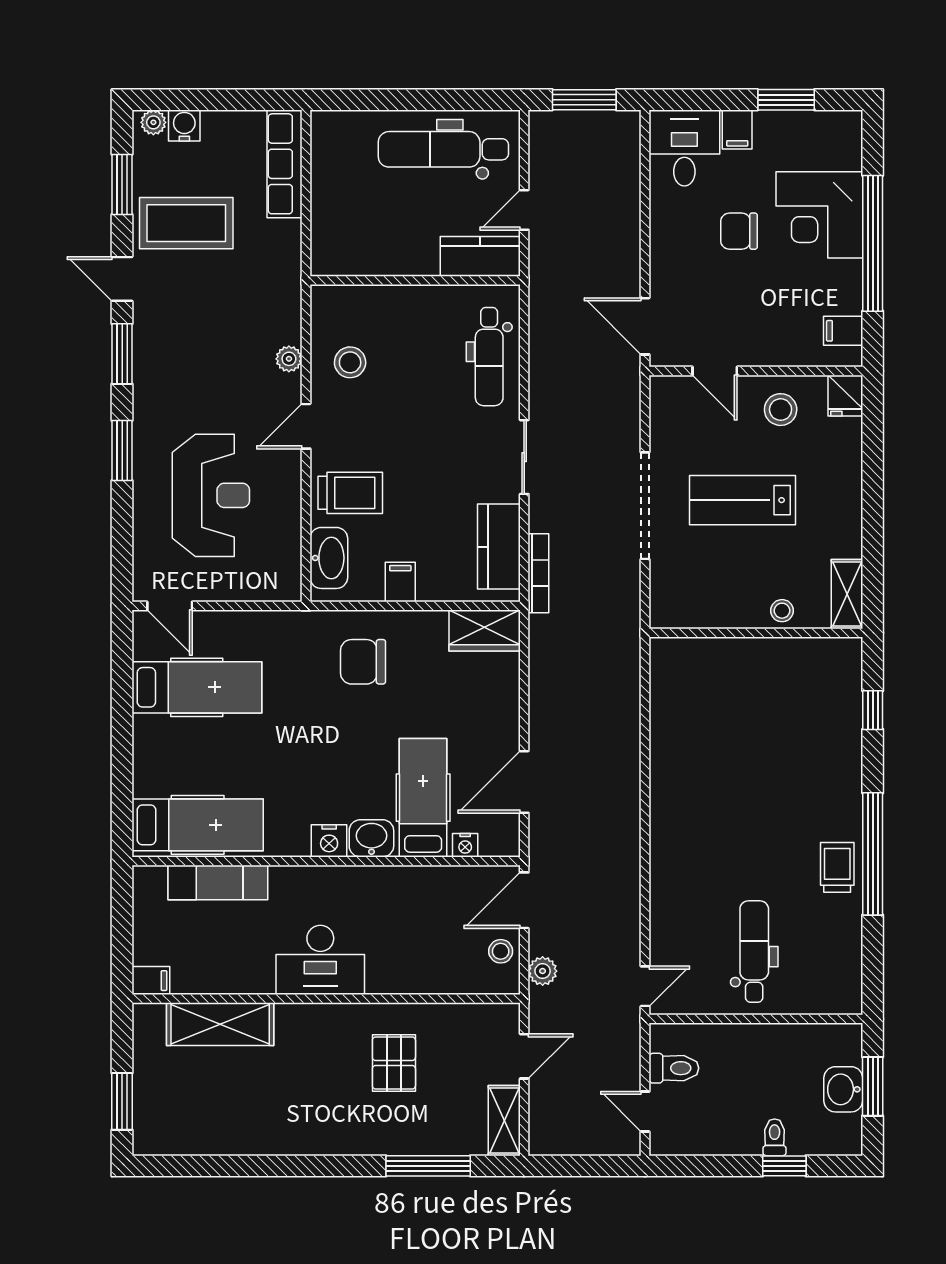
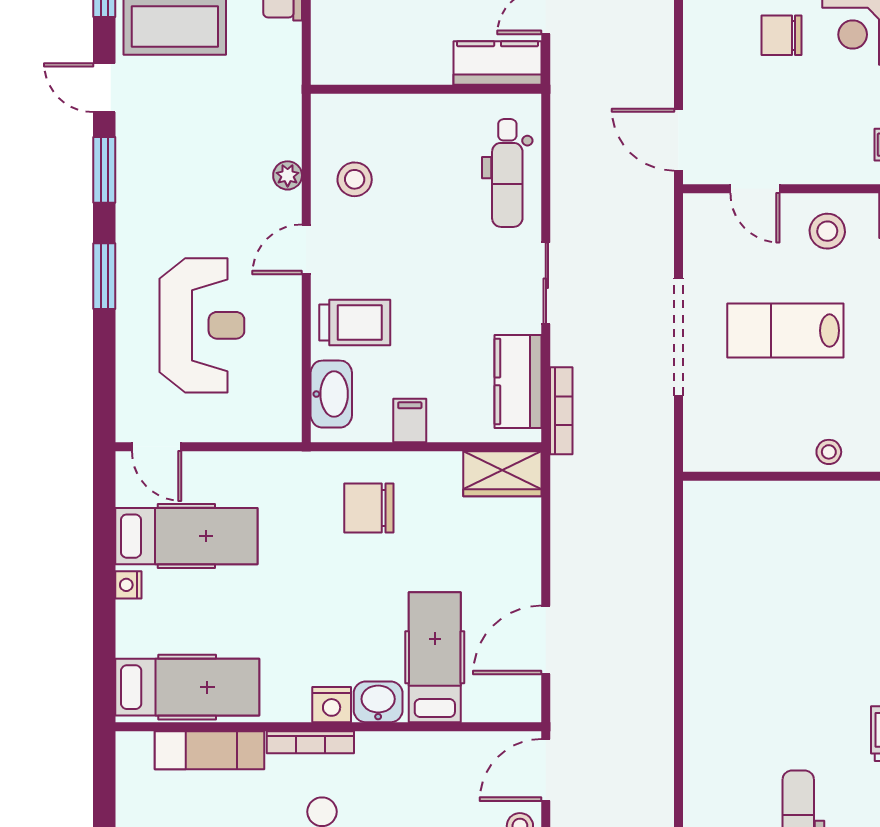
nightstand: (465, 845) -> (128, 585), moved, turned 90
bookcase: (310, 875) -> (310, 742), added

